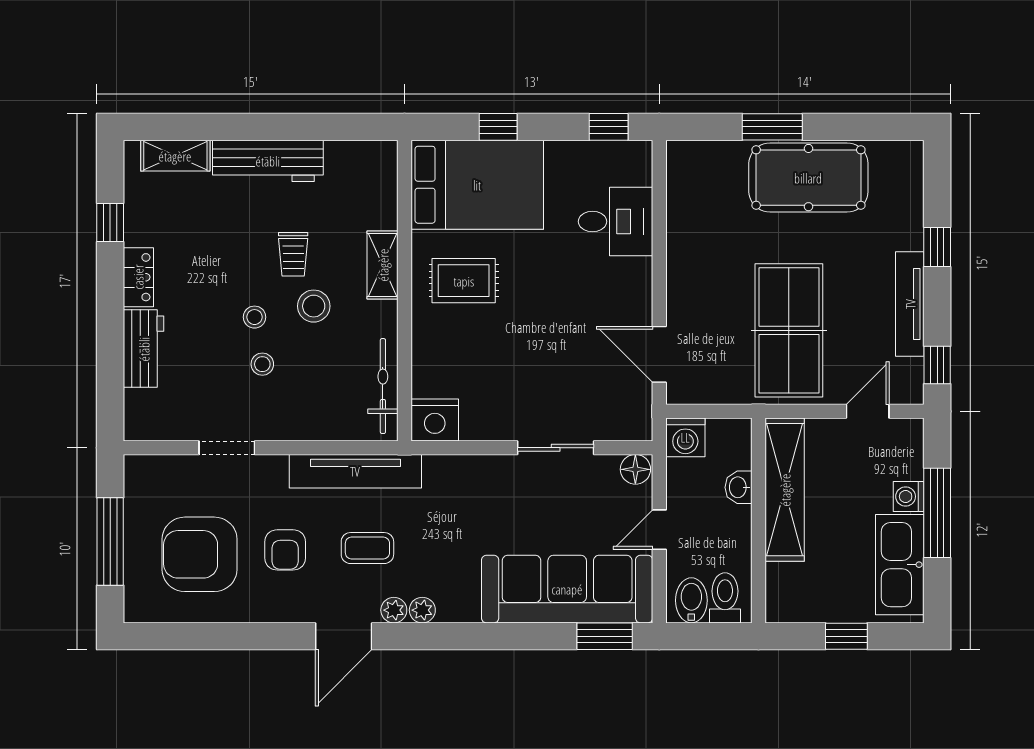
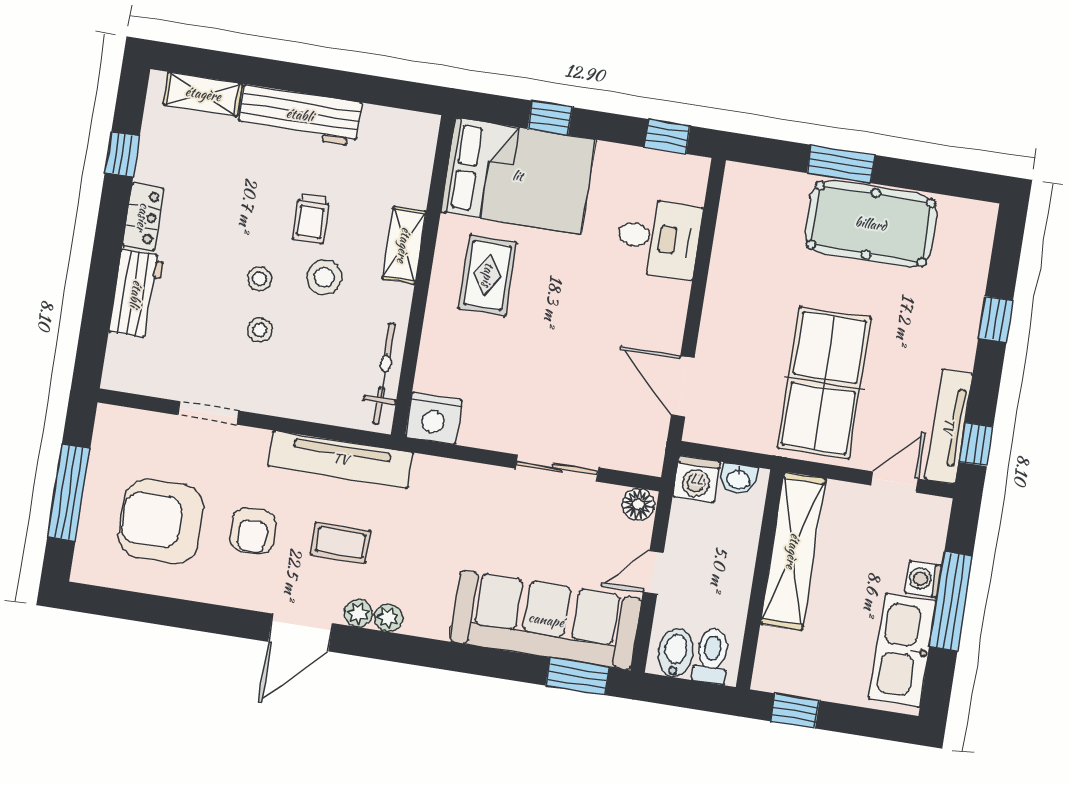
rug: (464, 281) -> (488, 275), turned 90
tv unit: (910, 304) -> (949, 426), moved
washbasin: (739, 487) -> (738, 479), moved, turned -90
window: (846, 636) -> (795, 711), moved

